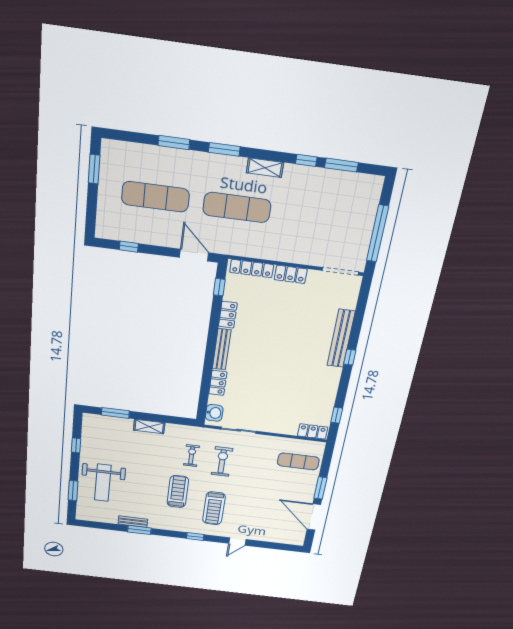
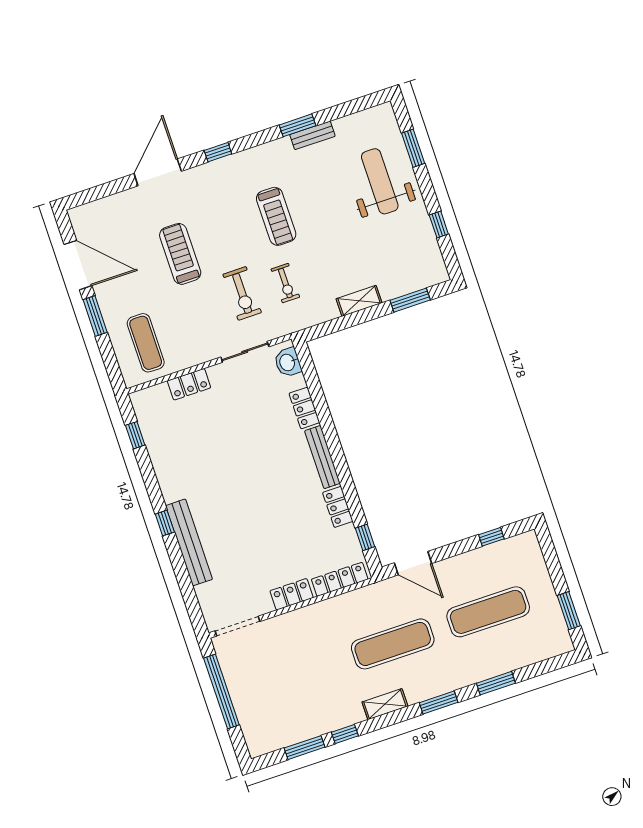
locker: (313, 431) -> (189, 384), moved
exercise mat: (298, 461) -> (146, 343), turned 90
treadmill: (214, 508) -> (180, 254), moved
door: (237, 541) -> (158, 172), width x1.88

